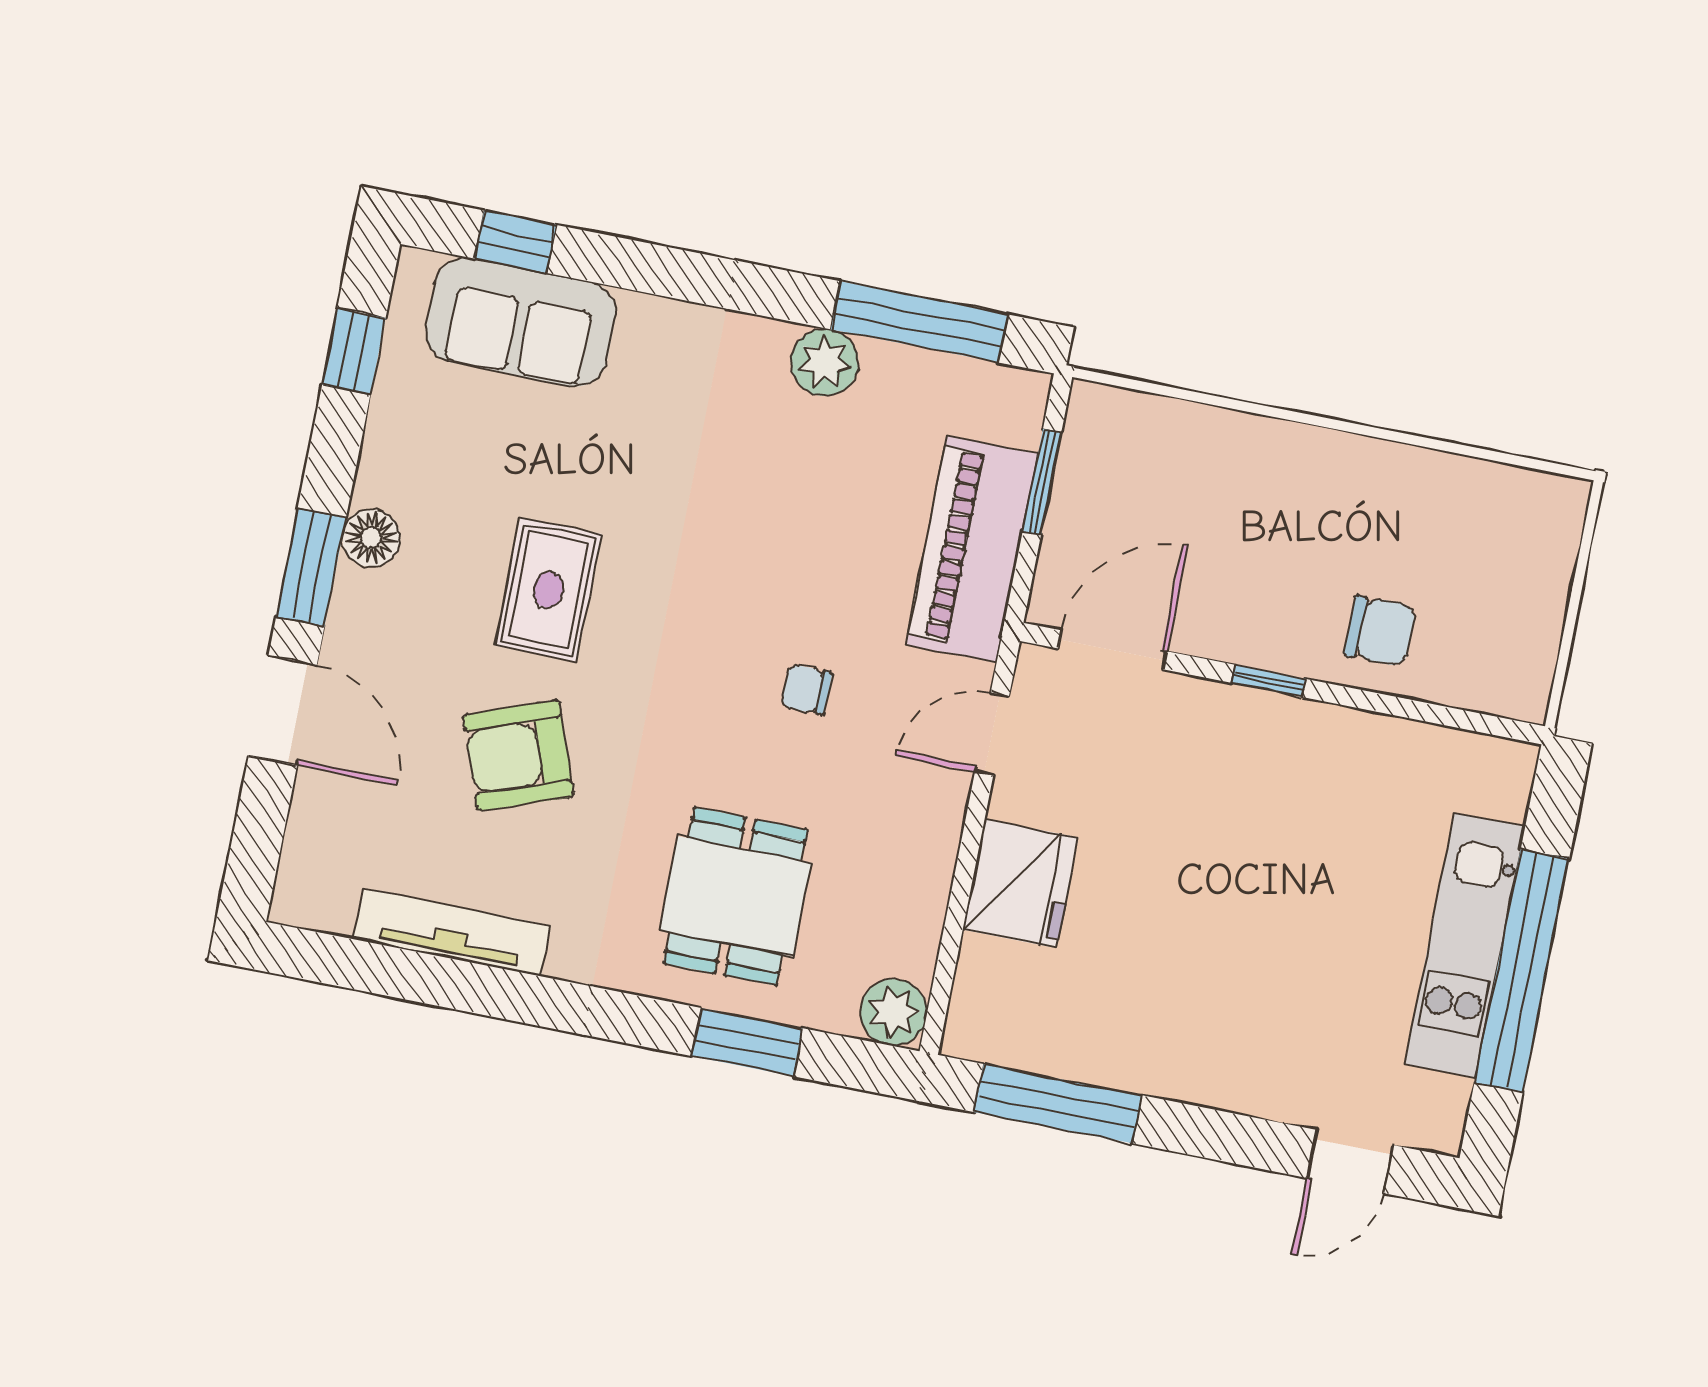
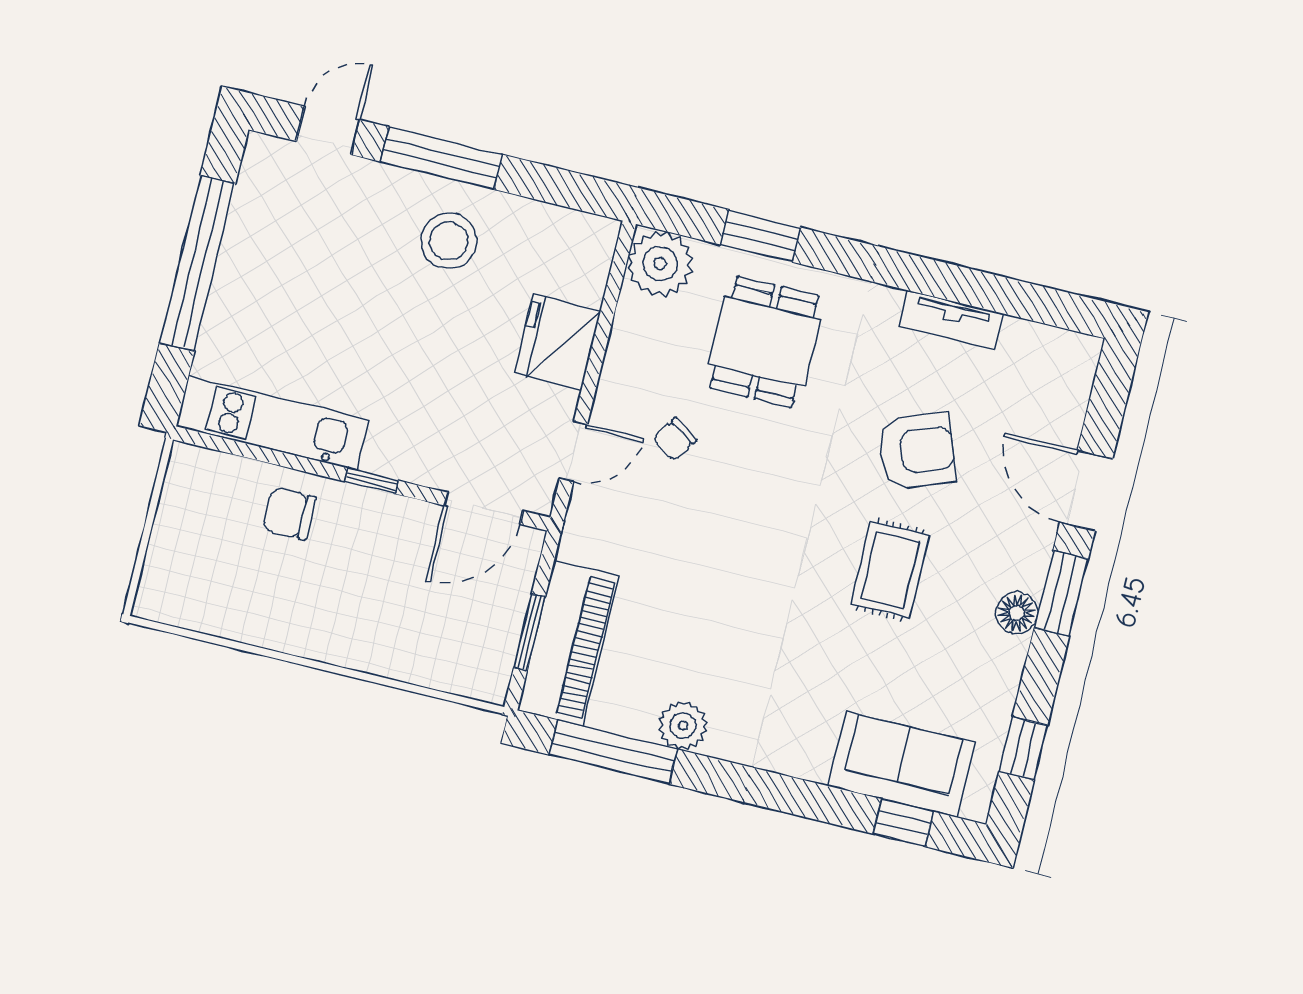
piano: (972, 549) -> (568, 643), moved
chair: (806, 689) -> (675, 439), moved, turned 124
tv unit: (452, 932) -> (951, 320), width x0.71
kitchen unit: (1465, 945) -> (272, 423), moved, turned -90
plant: (894, 1012) -> (660, 264), width x1.36, depth x1.36
stool: (1177, 1017) -> (449, 241), added
window: (1058, 1104) -> (442, 158), moved

